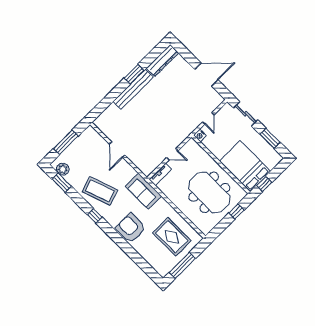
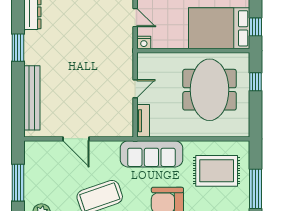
bench: (133, 89) -> (32, 98), moved
sofa: (143, 191) -> (151, 154), width x1.36
meeting table: (209, 192) -> (210, 90), turned 90

